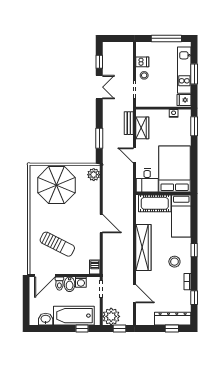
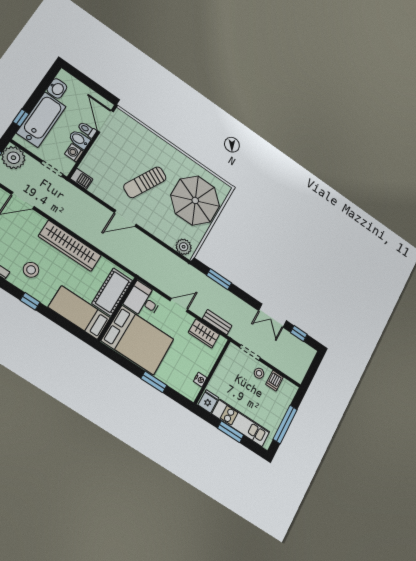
window: (194, 126) -> (154, 382), moved
sun lounger: (57, 244) -> (145, 182), moved

